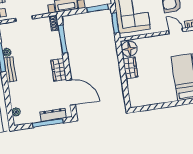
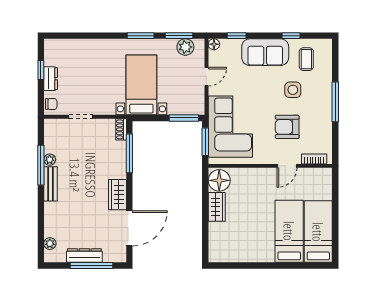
door: (176, 31) -> (287, 166), swing flipped
door: (71, 93) -> (129, 228), hinge flipped
dresser: (53, 115) -> (84, 255), moved

